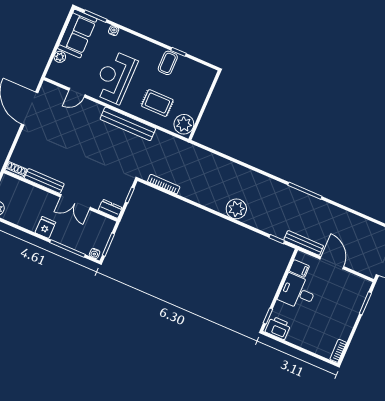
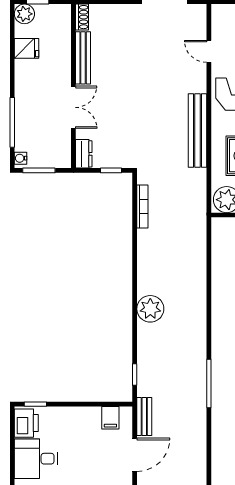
double door: (75, 202) -> (73, 107), swing flipped
fridge: (45, 227) -> (27, 48), moved
bench: (304, 243) -> (144, 417), width x0.73
desk: (297, 292) -> (36, 459), moved, turned -90

